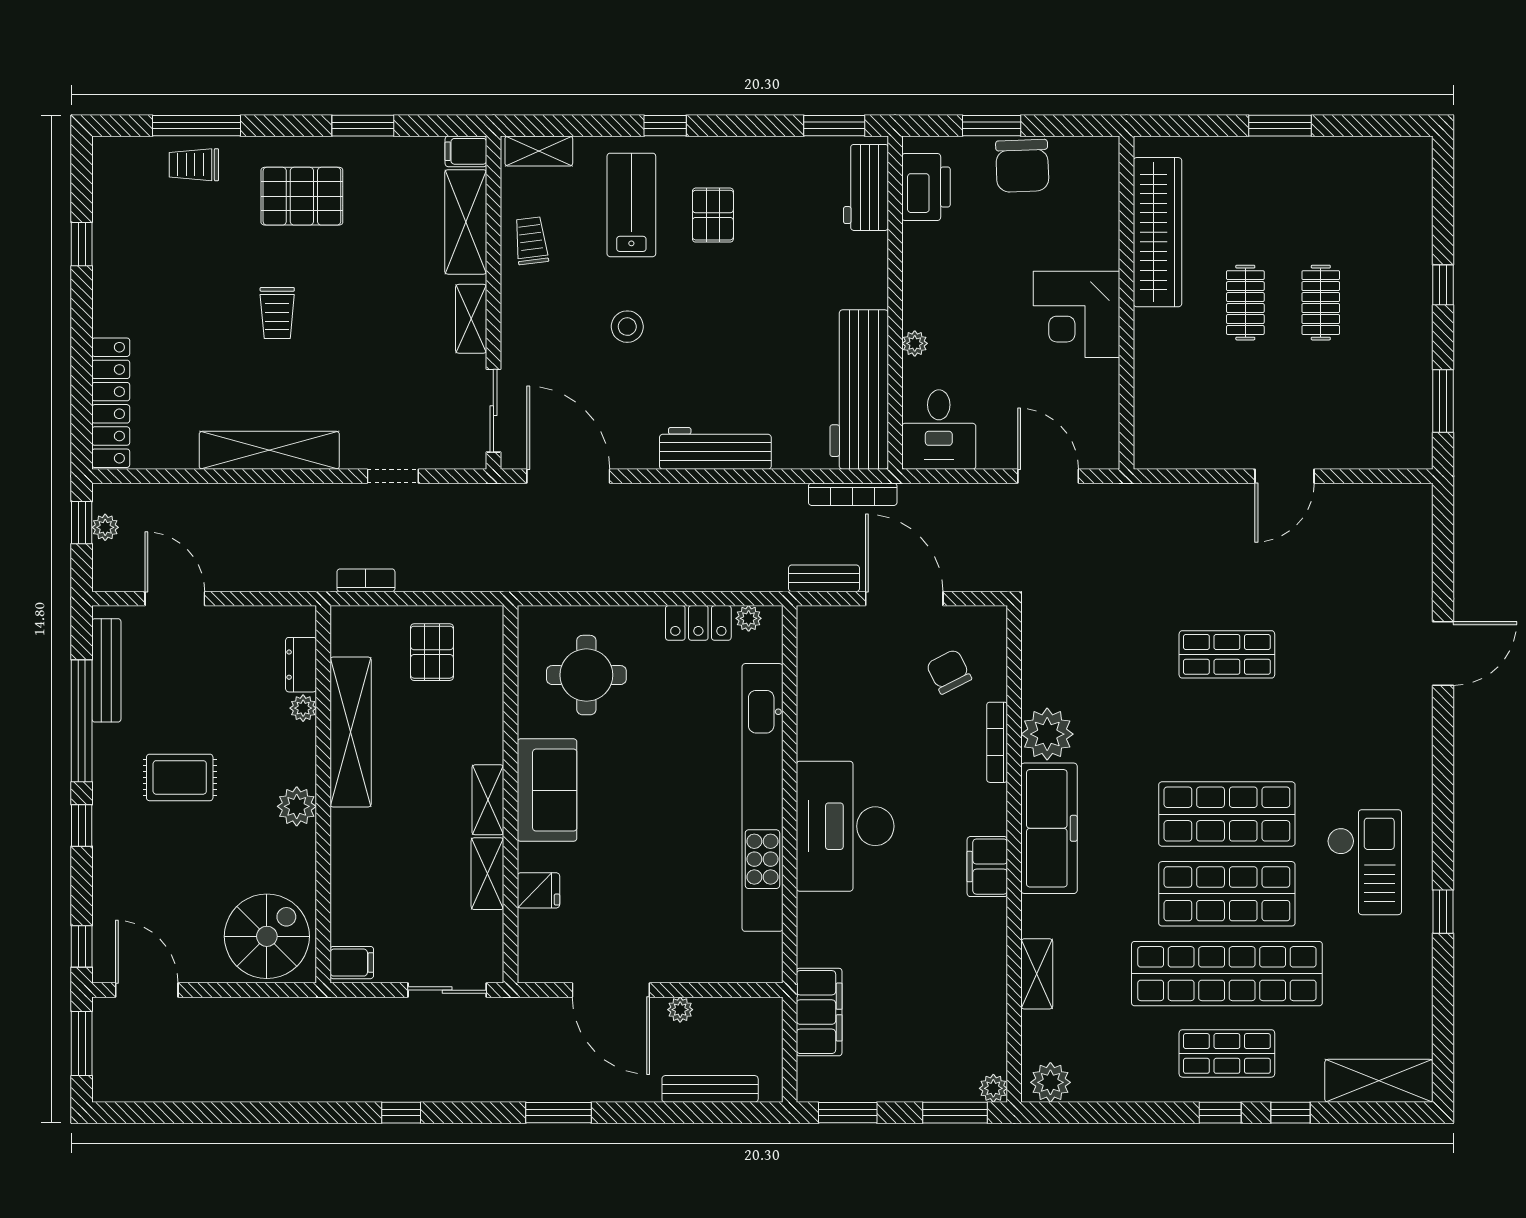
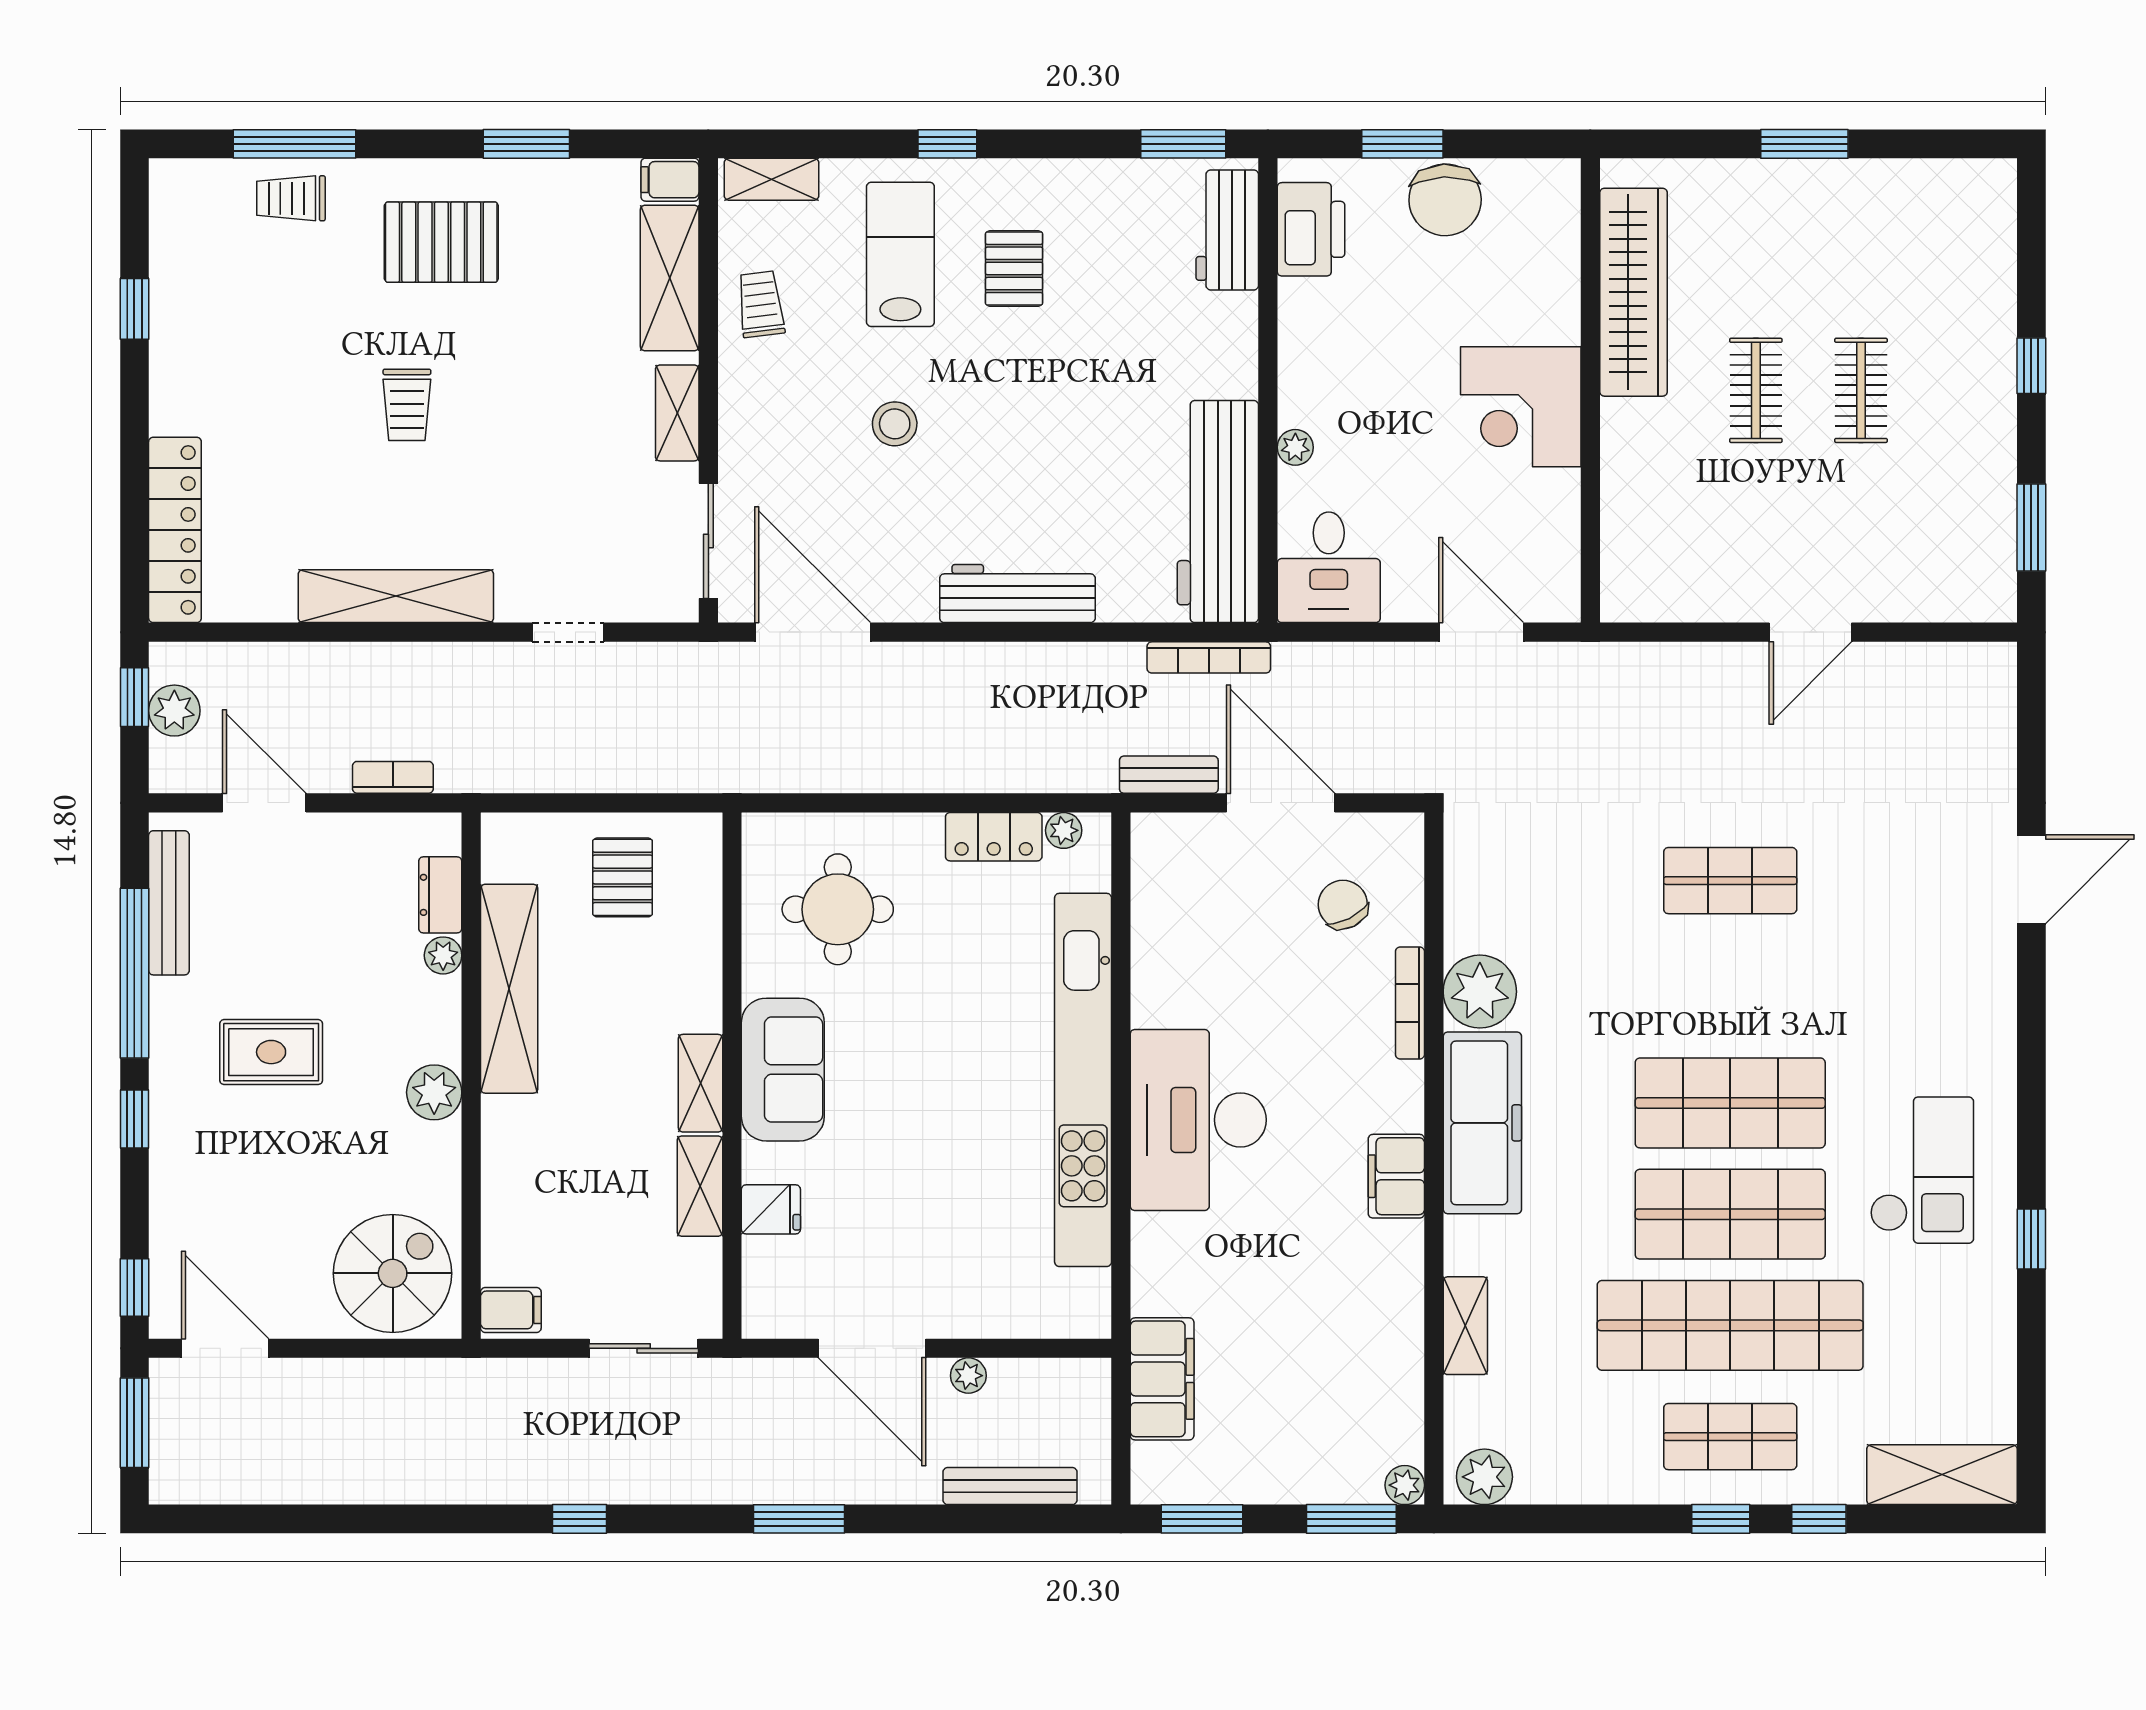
plant: (105, 527) -> (174, 711), width x1.38, depth x1.38
bookcase: (366, 580) -> (393, 777), moved

